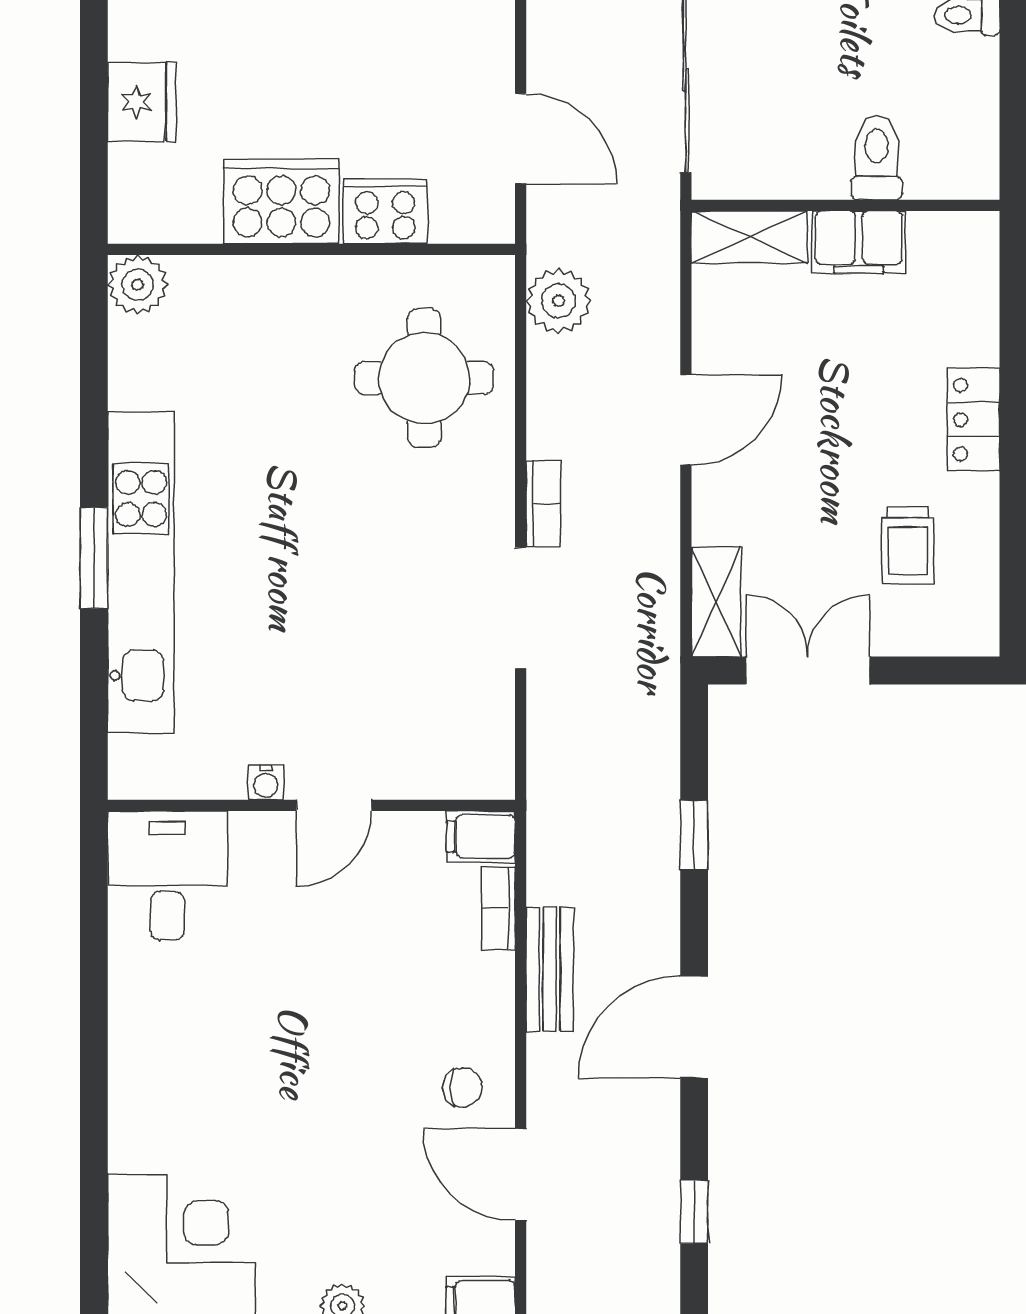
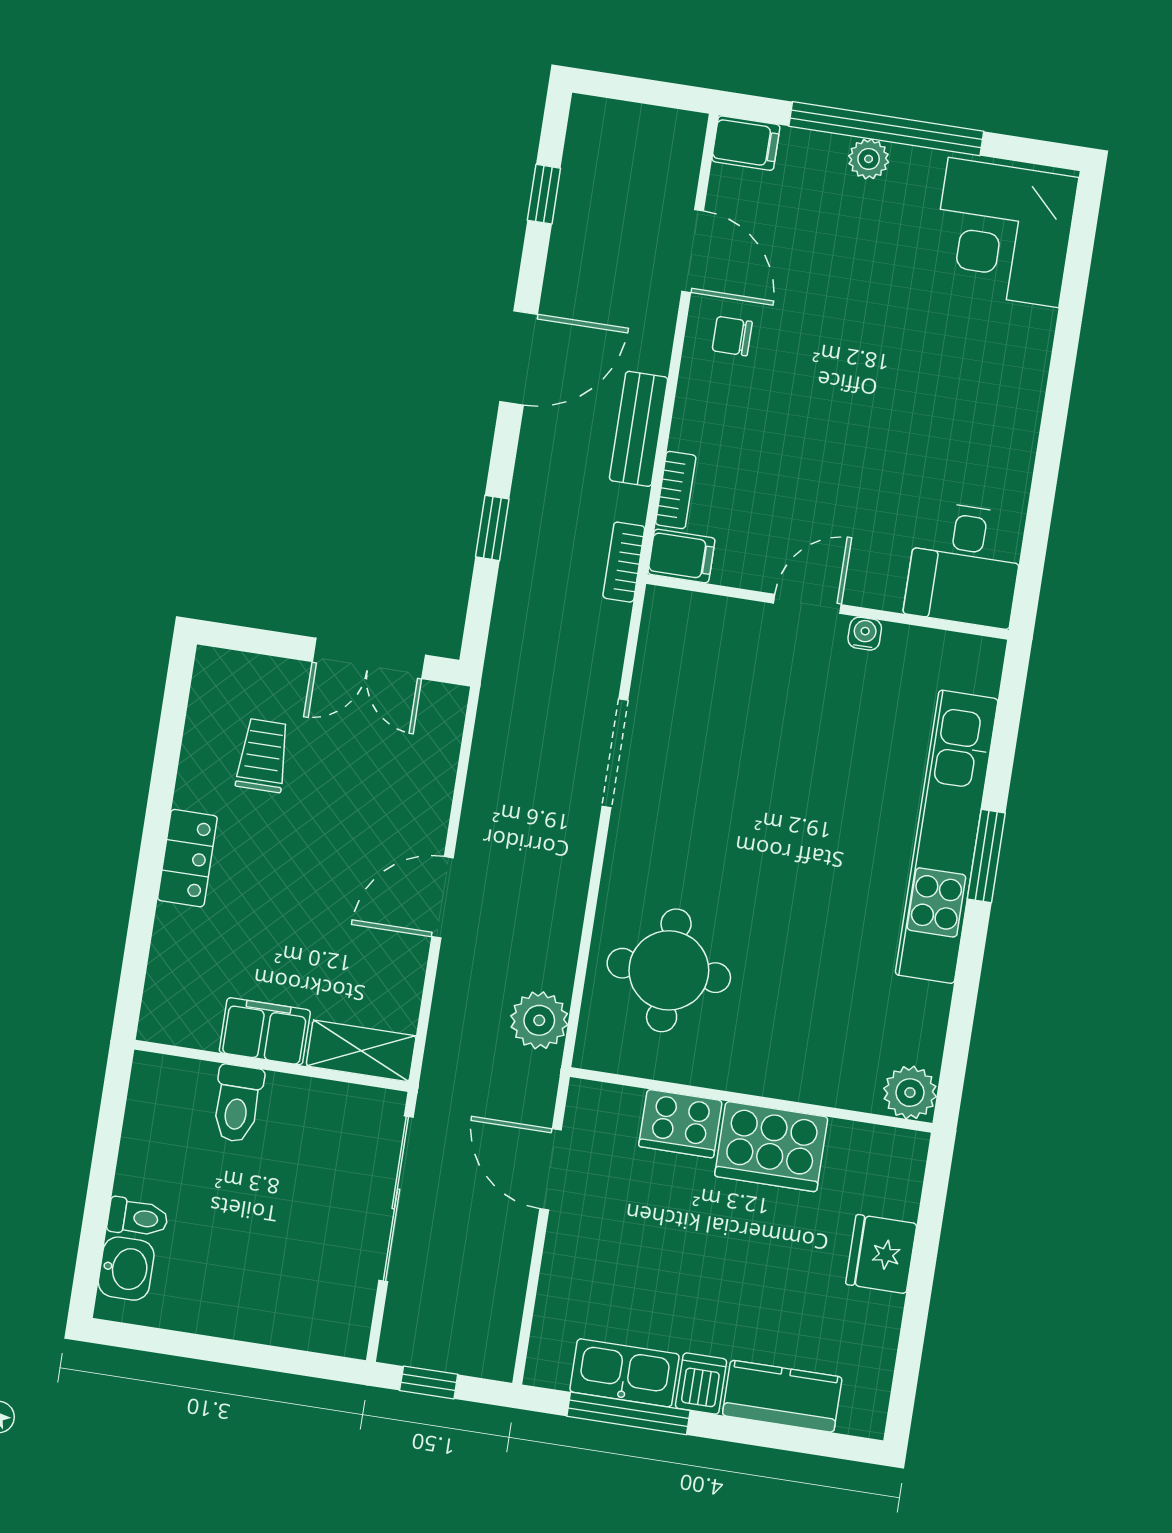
bookcase: (543, 504) -> (624, 562), moved
shelving: (716, 602) -> (441, 732), removed

